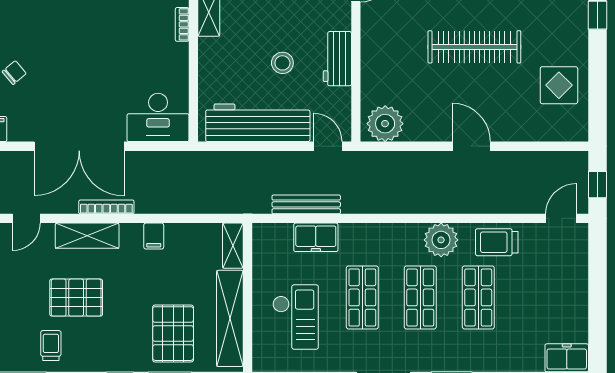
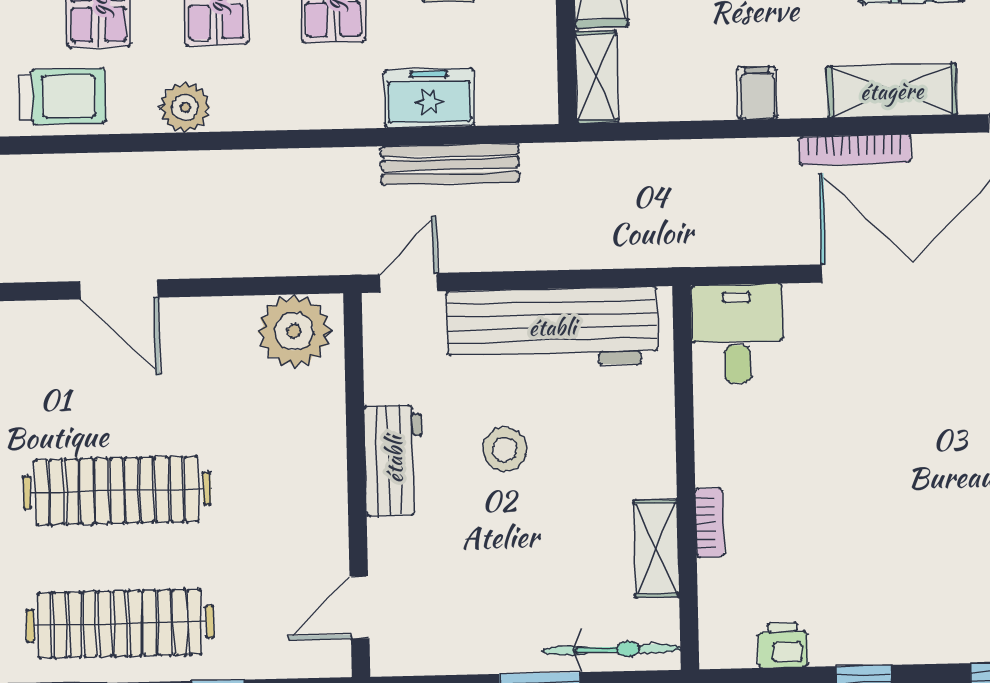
desk: (158, 117) -> (737, 334), width x0.73
door: (328, 146) -> (409, 283), swing flipped
plant: (441, 240) -> (185, 107), width x0.73, depth x0.73

